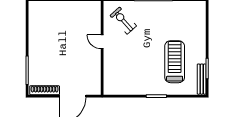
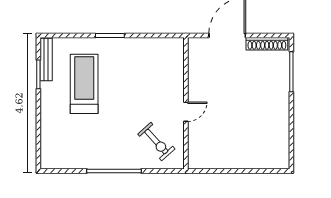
door: (102, 42) -> (186, 112), hinge flipped
treadmill: (175, 62) -> (84, 84), turned 180

